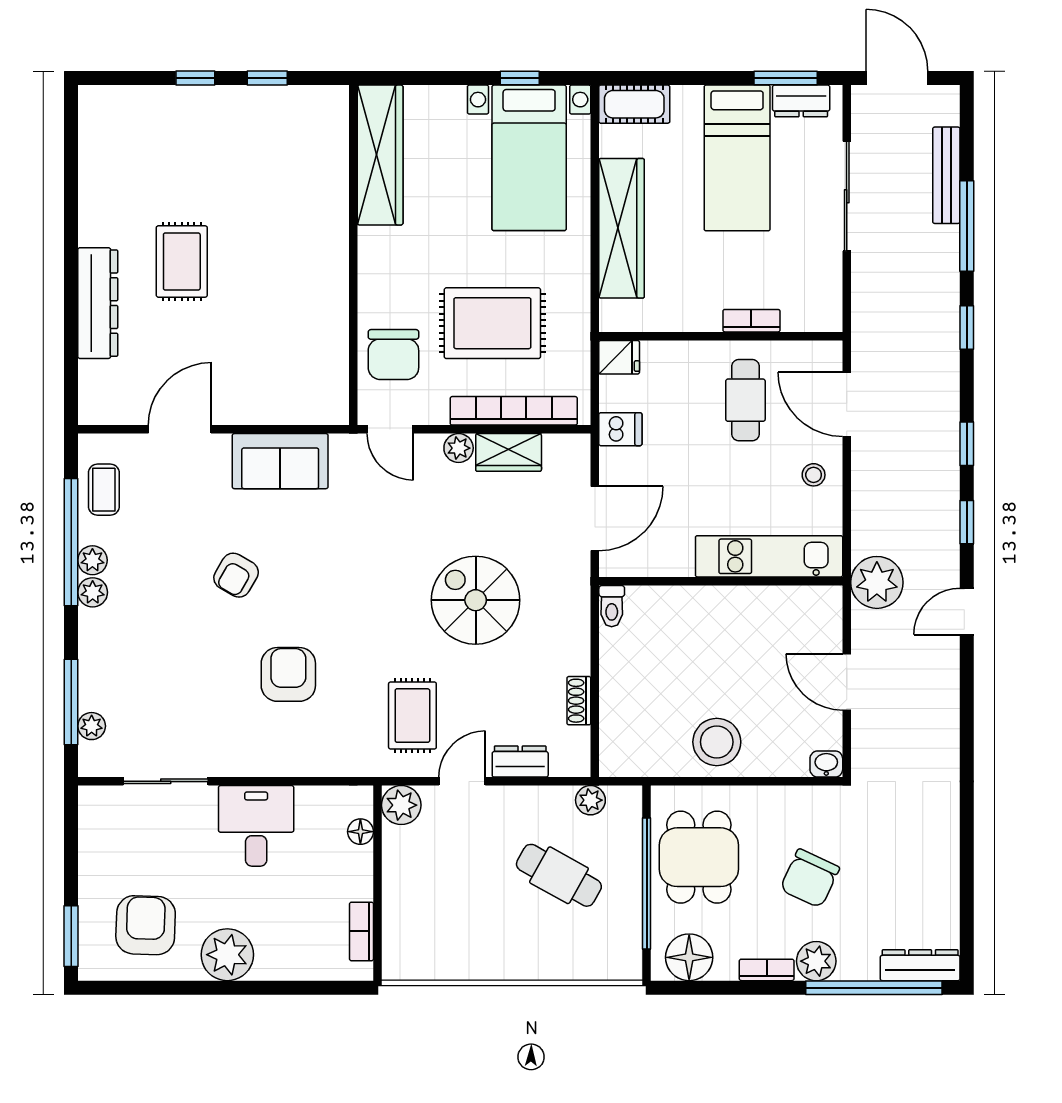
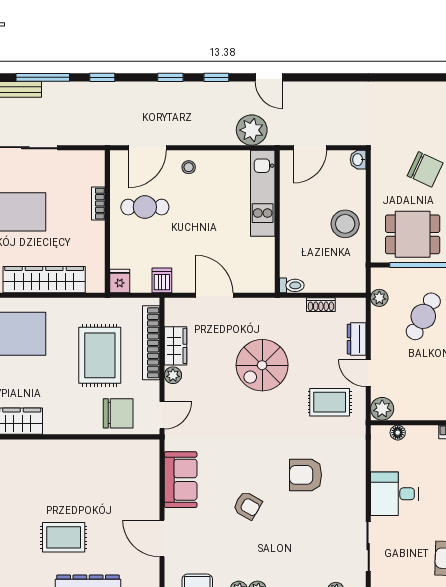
kitchen unit: (769, 556) -> (263, 193), moved
wall: (721, 581) -> (277, 222), moved
toilet: (612, 606) -> (292, 285), moved

